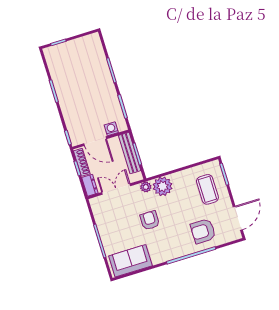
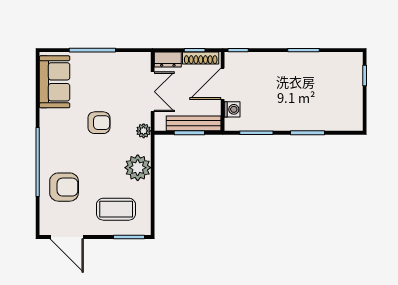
plant: (163, 186) -> (138, 168), moved
armchair: (203, 231) -> (64, 187), turned 90

